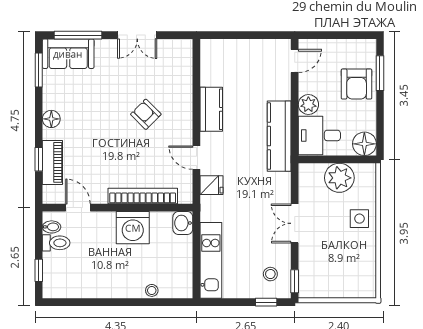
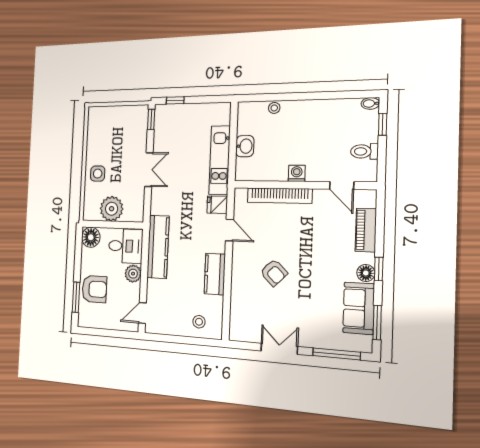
sofa: (68, 54) -> (359, 308), moved, turned -90
armchair: (357, 84) -> (94, 289), turned 90
window: (39, 159) -> (379, 269), moved
washbasin: (183, 223) -> (245, 146), moved
bidet: (52, 227) -> (370, 103), moved
washing machine: (133, 228) -> (297, 173), width x0.53, depth x0.53
kitchen unit: (211, 260) -> (220, 160), moved
stool: (270, 274) -> (199, 322), moved

